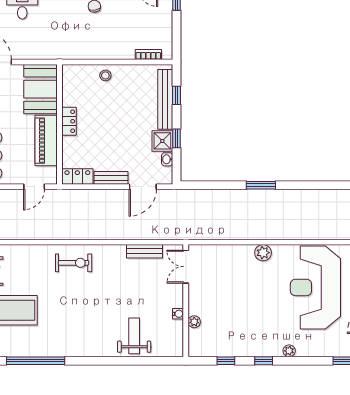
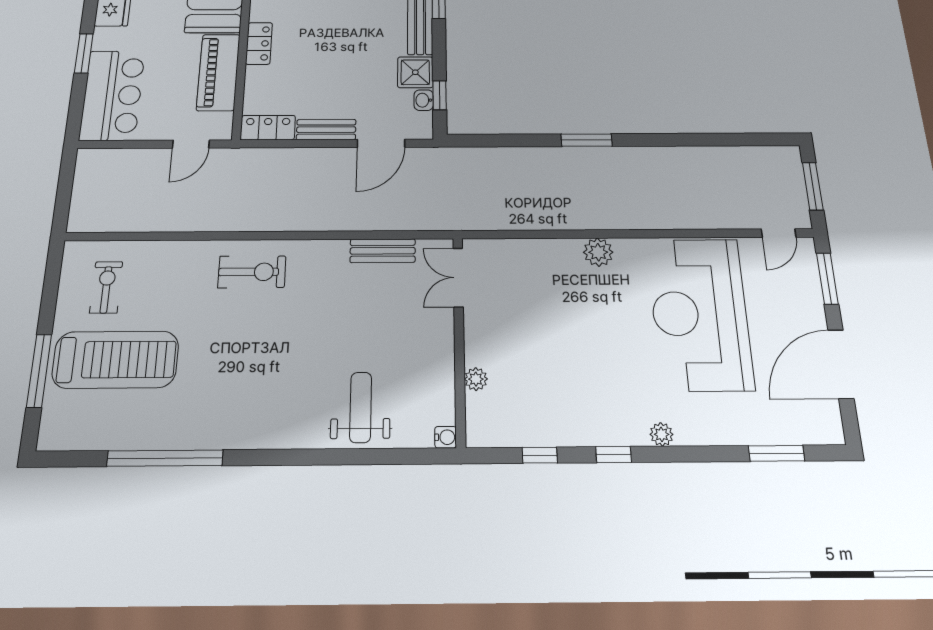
window: (177, 138) -> (440, 95), moved
water cooler: (178, 314) -> (446, 437), moved

